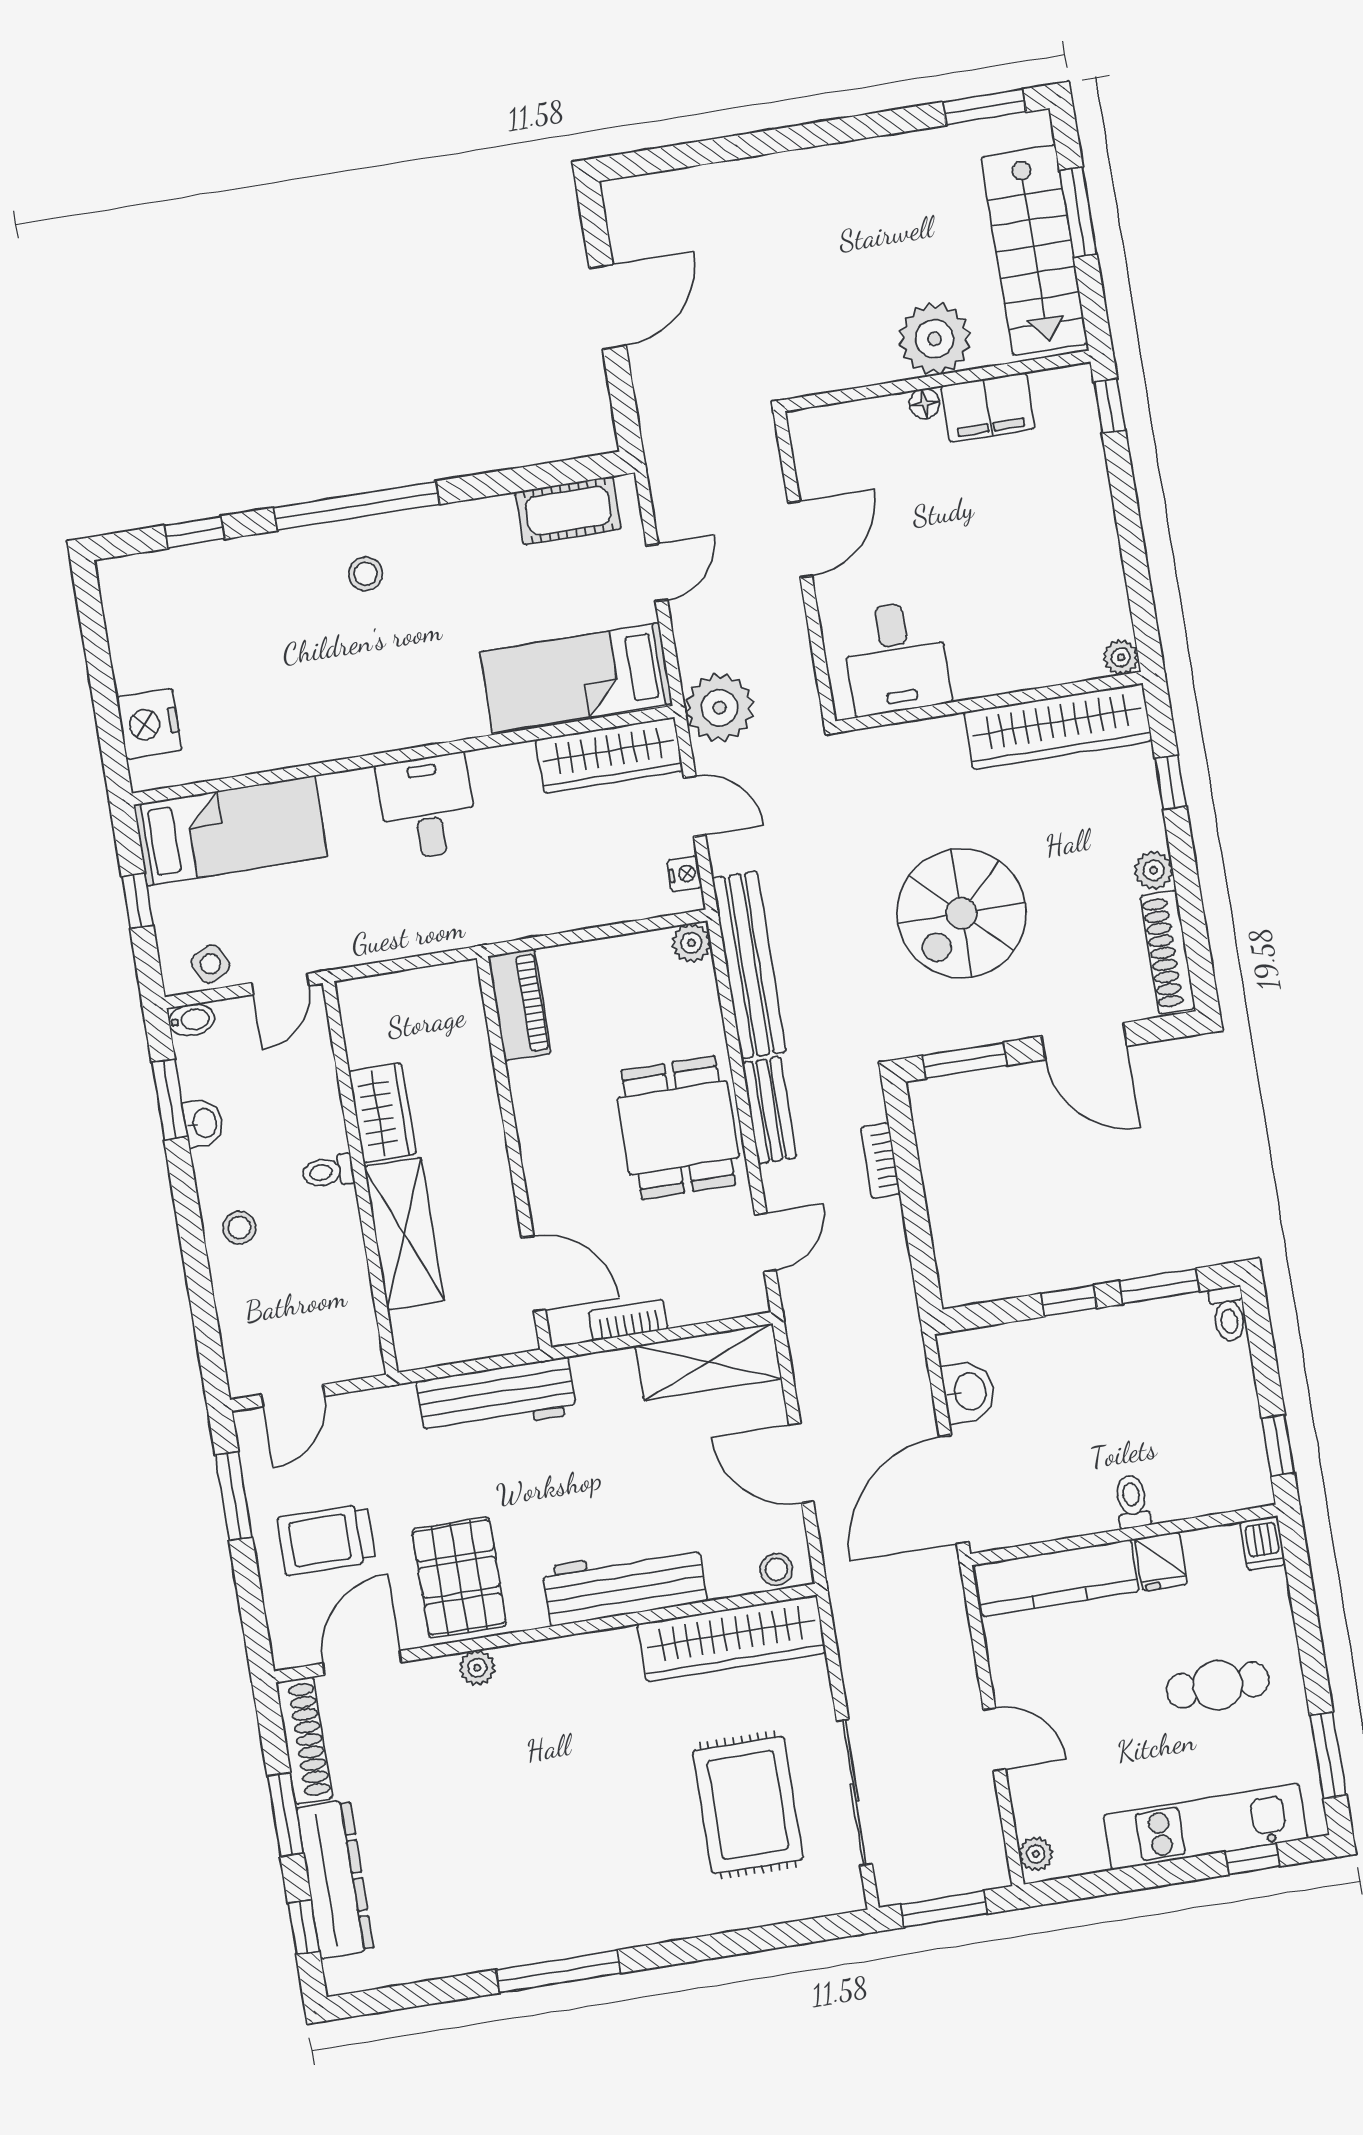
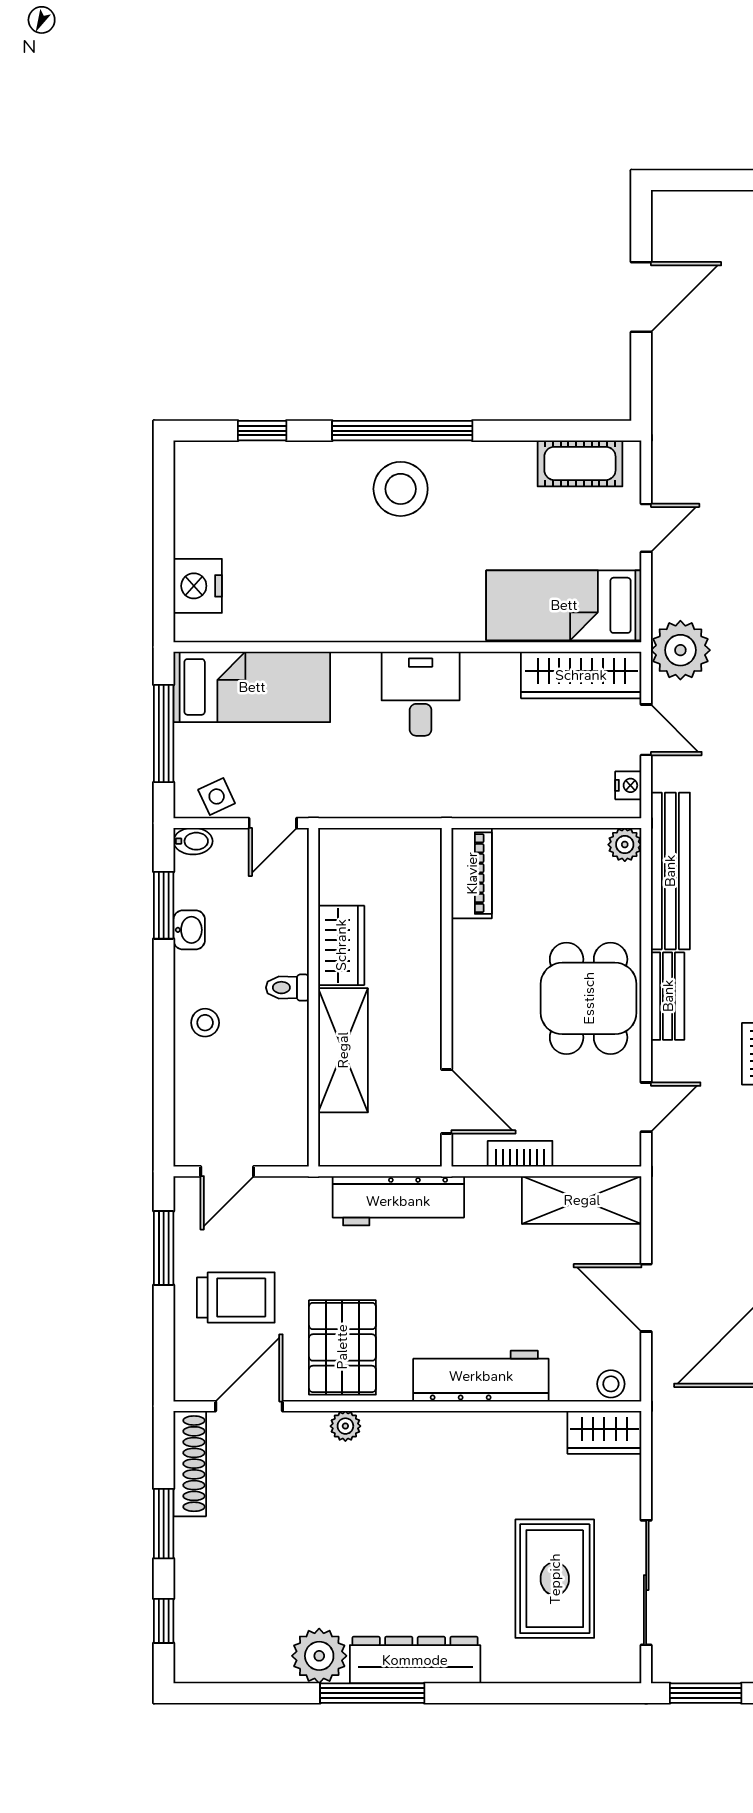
stool: (366, 574) -> (401, 489), width x1.89, depth x1.89
window: (137, 901) -> (164, 733), width x2.17
trolley: (326, 1540) -> (236, 1298), turned 180
wardrobe: (732, 1638) -> (604, 1432), width x0.48, depth x0.85
dresser: (335, 1879) -> (415, 1660), moved, turned -90
plant: (490, 1938) -> (319, 1656), added

